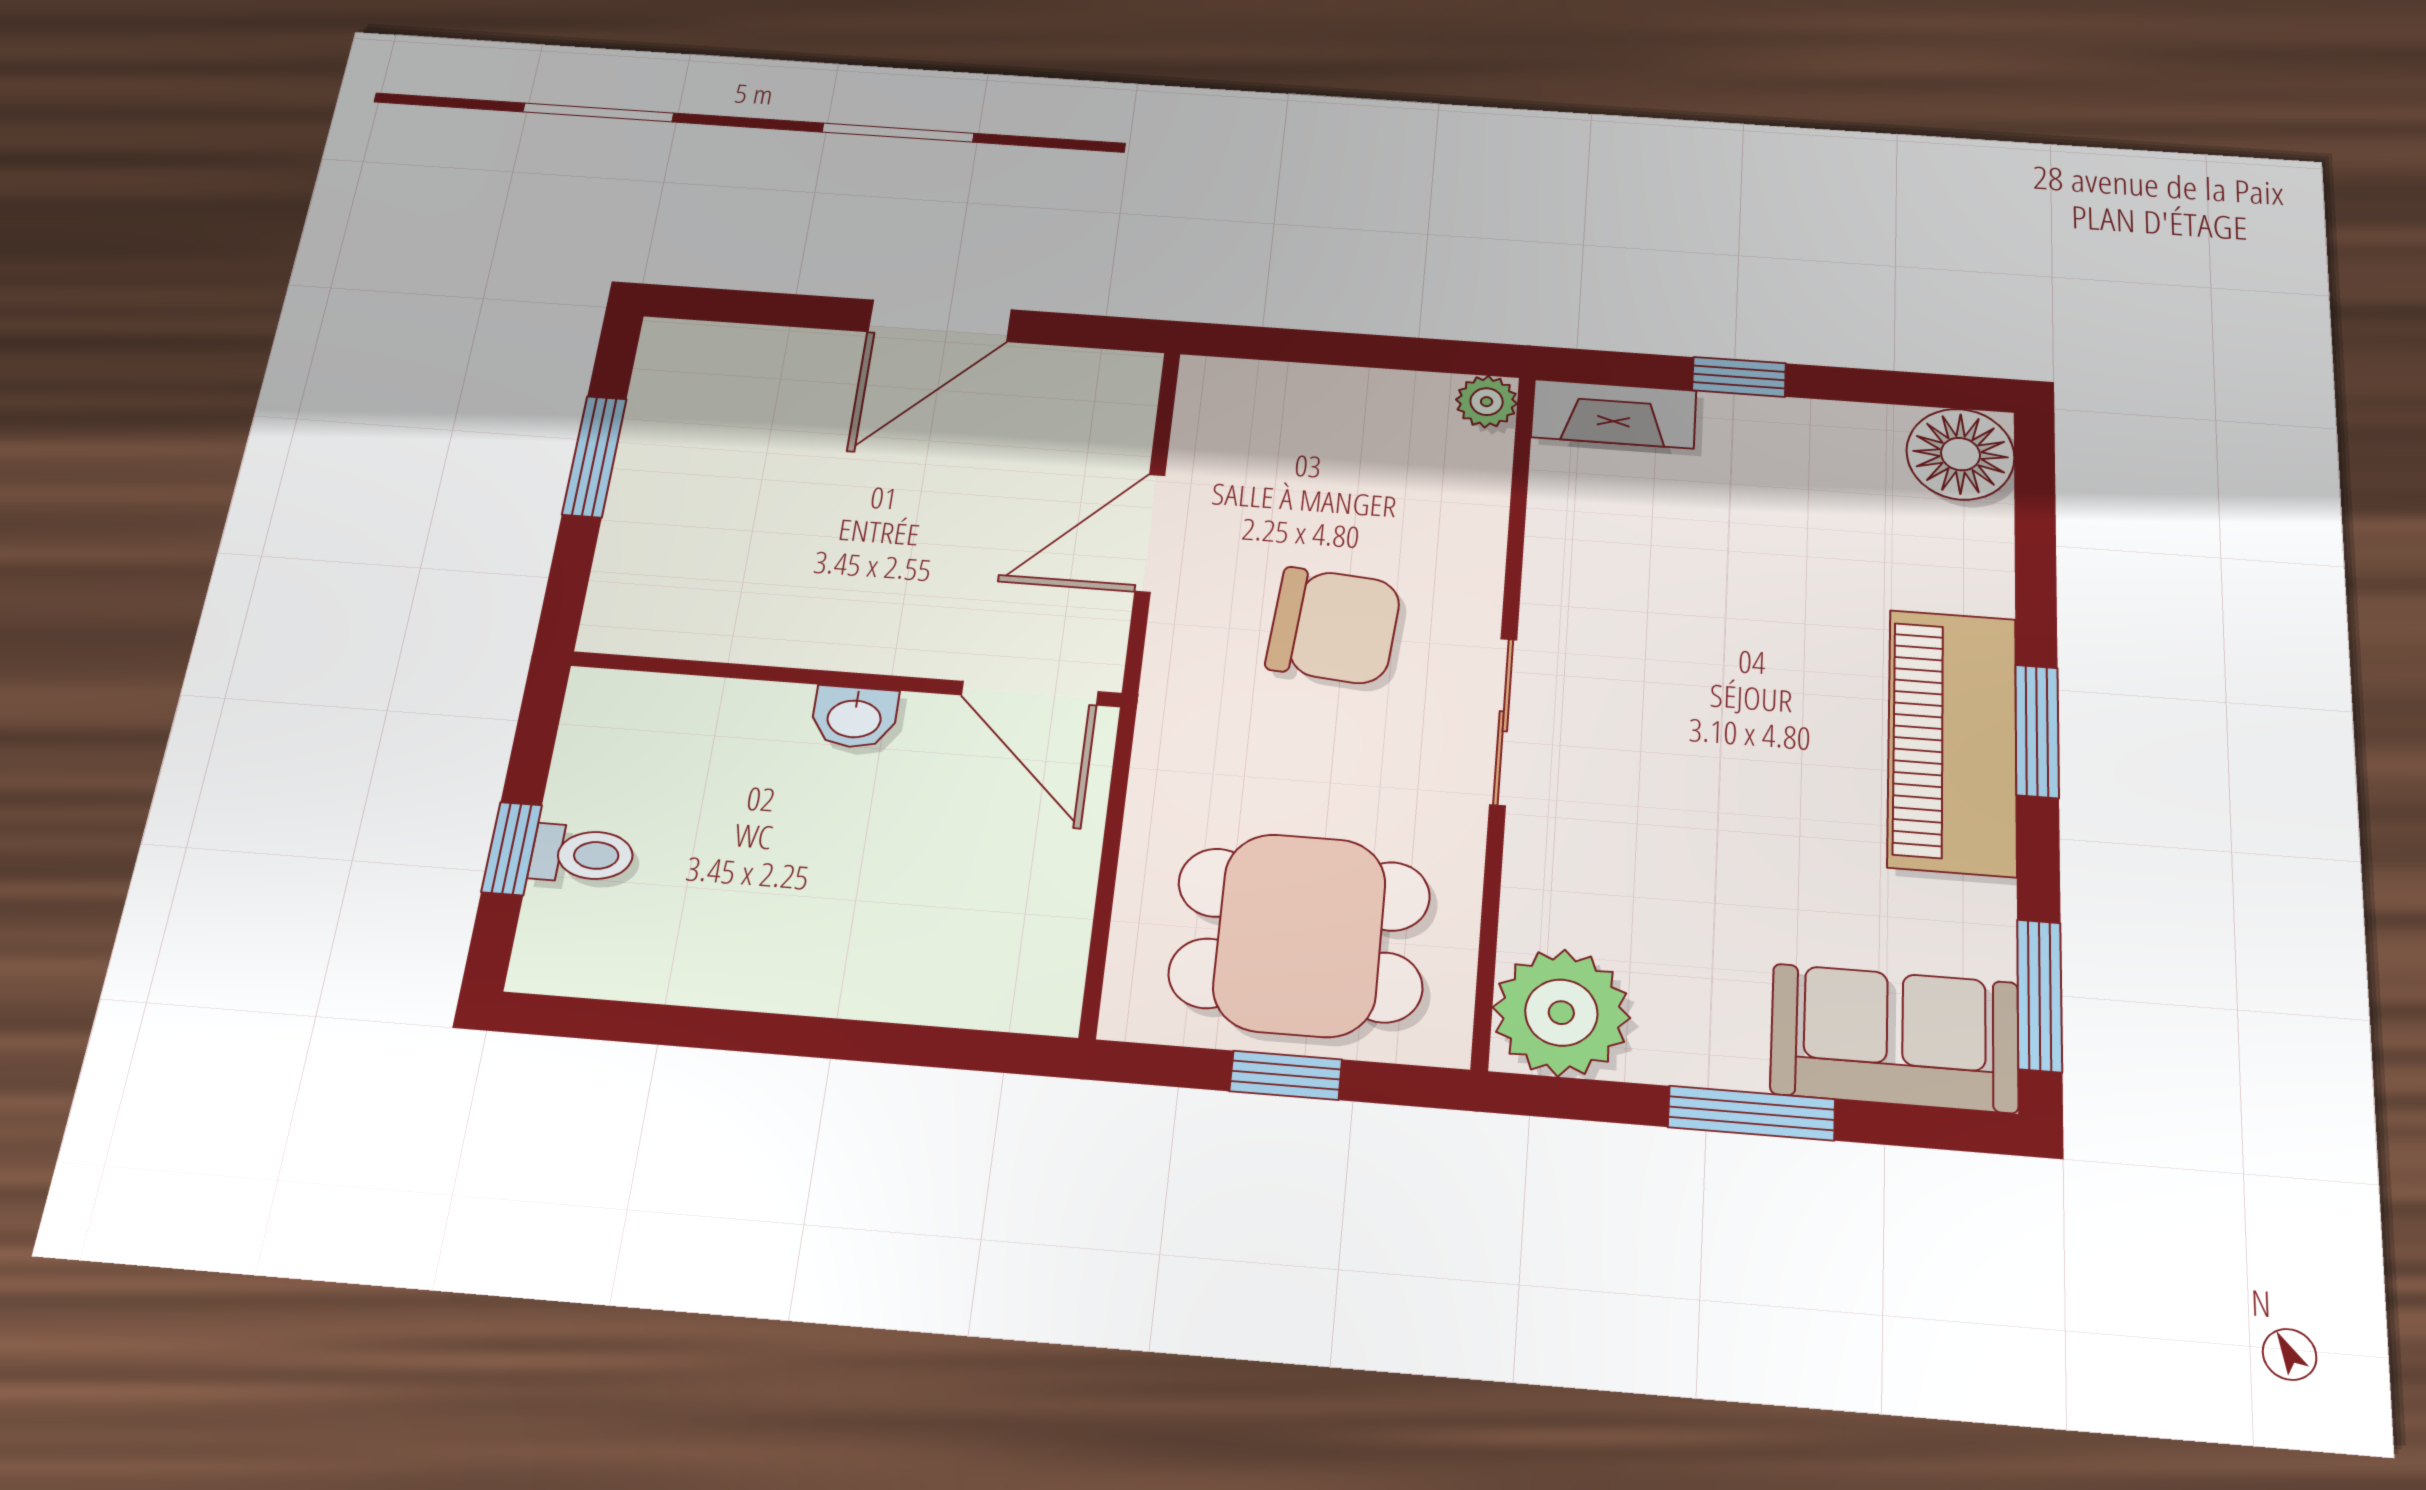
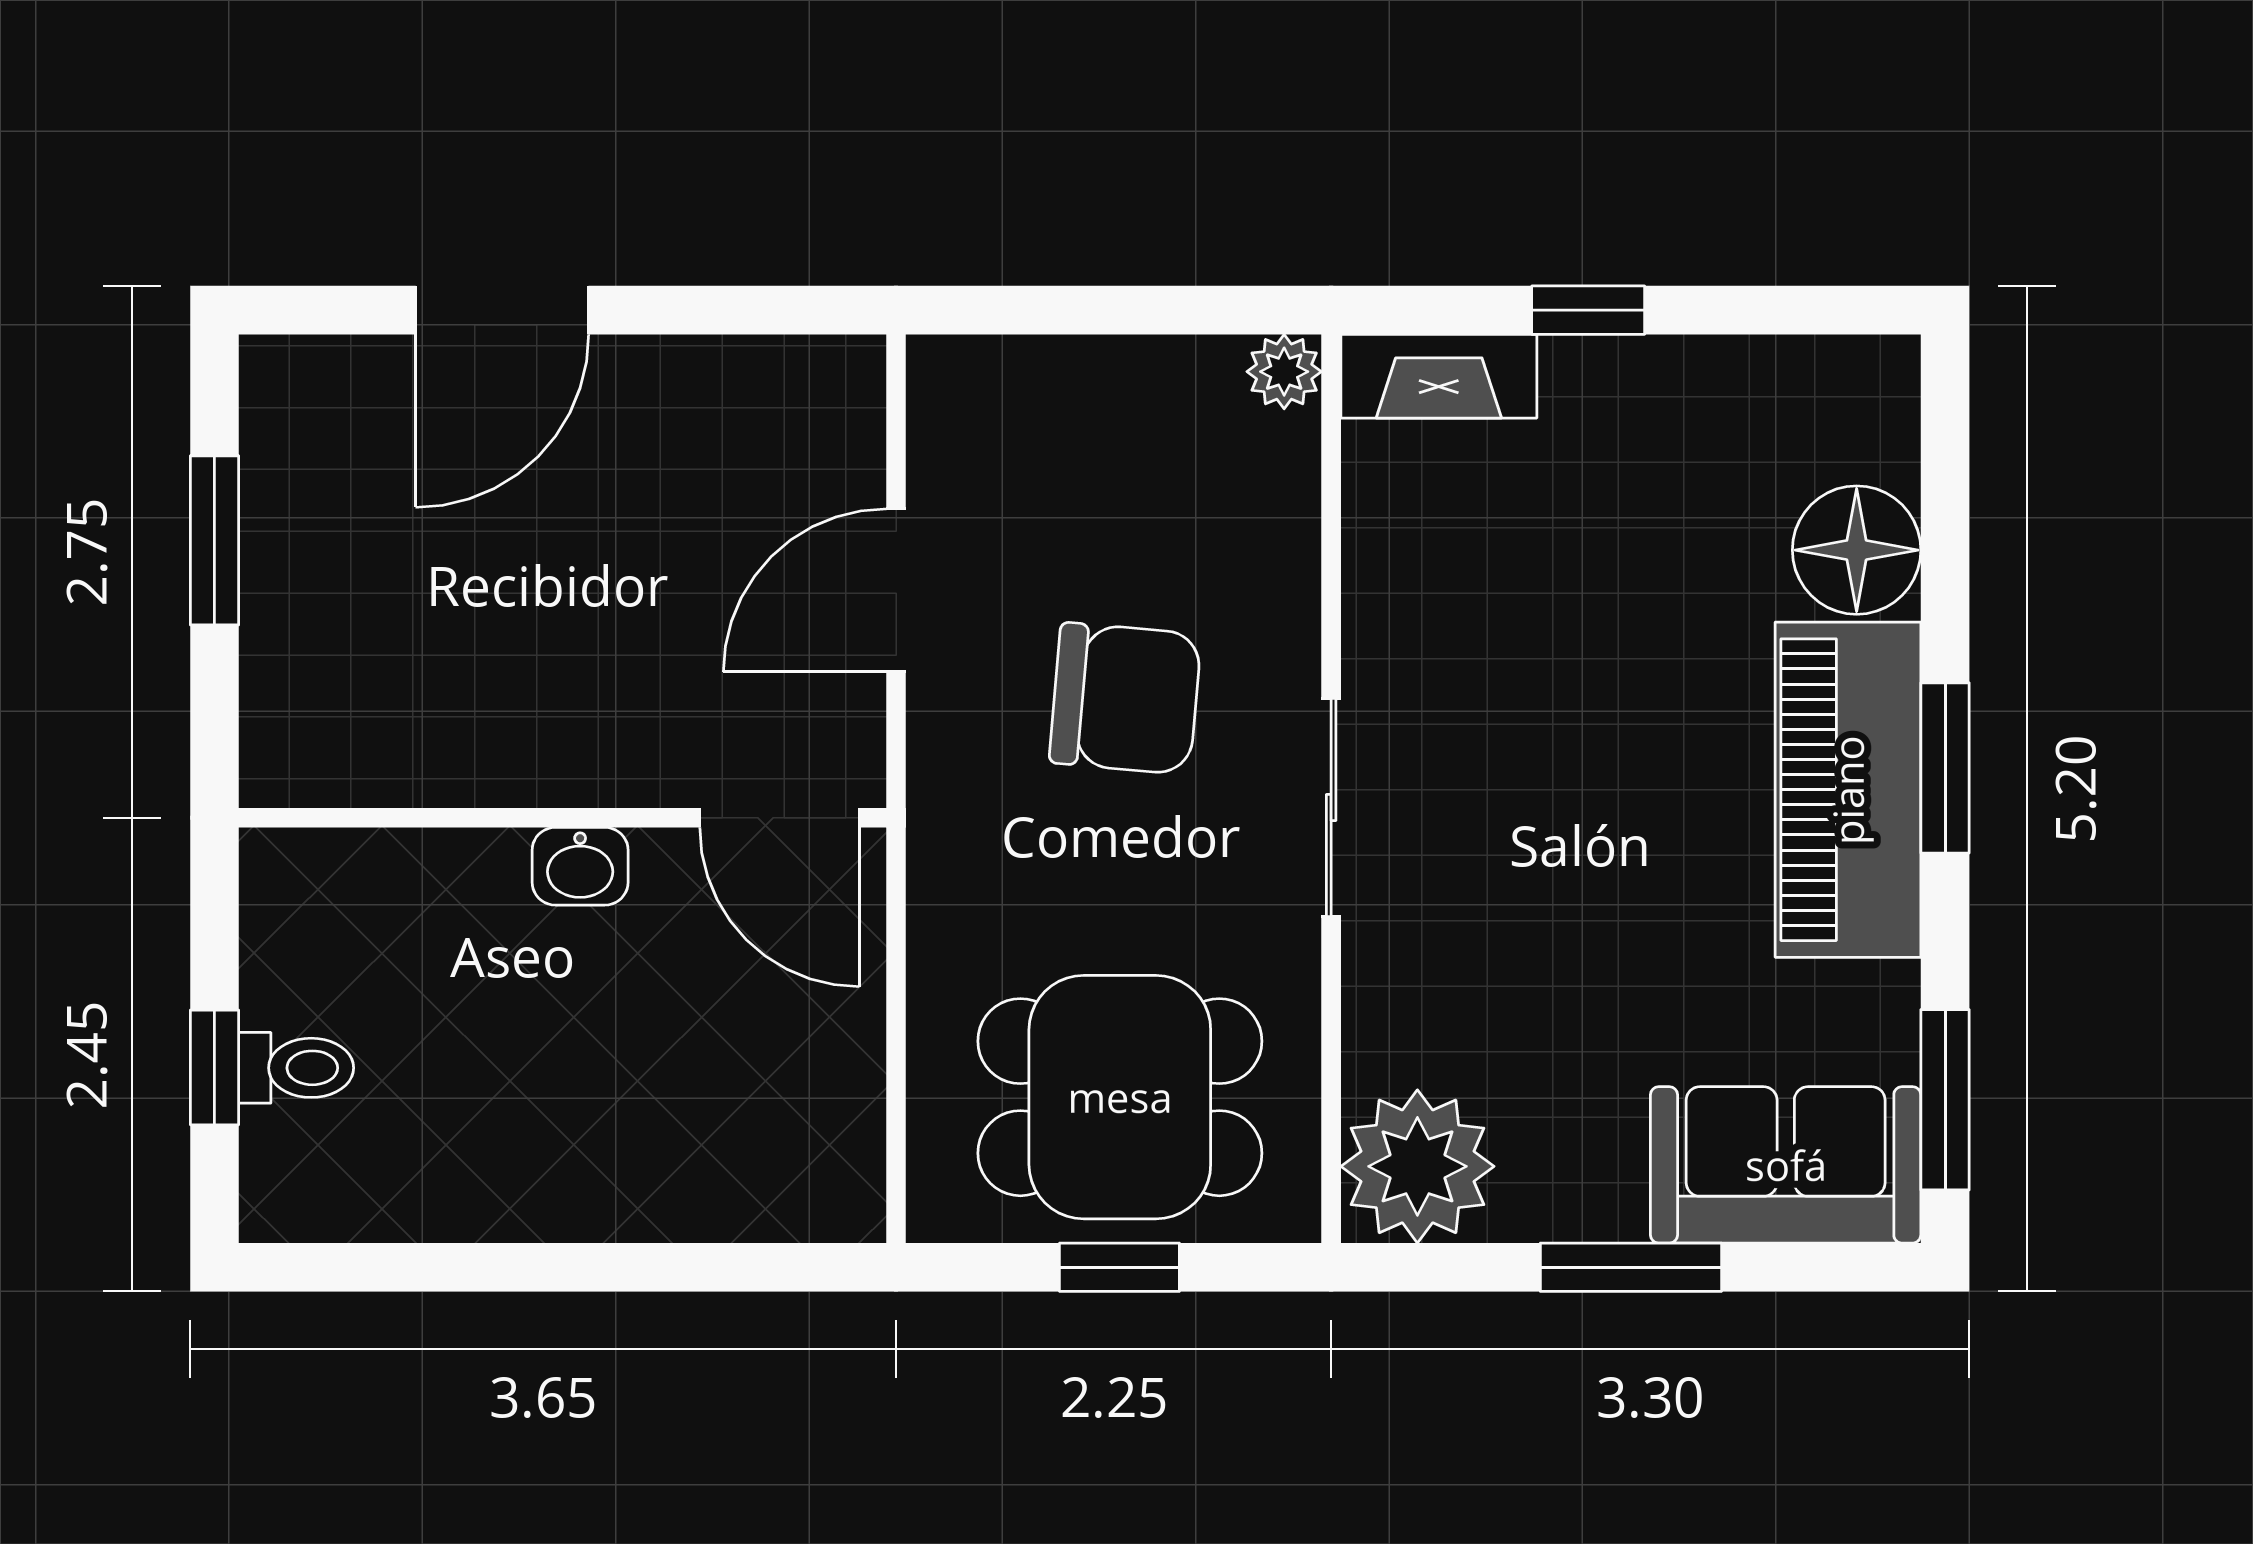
door: (940, 321) -> (502, 310), moved
floor lamp: (1960, 454) -> (1857, 550), moved

